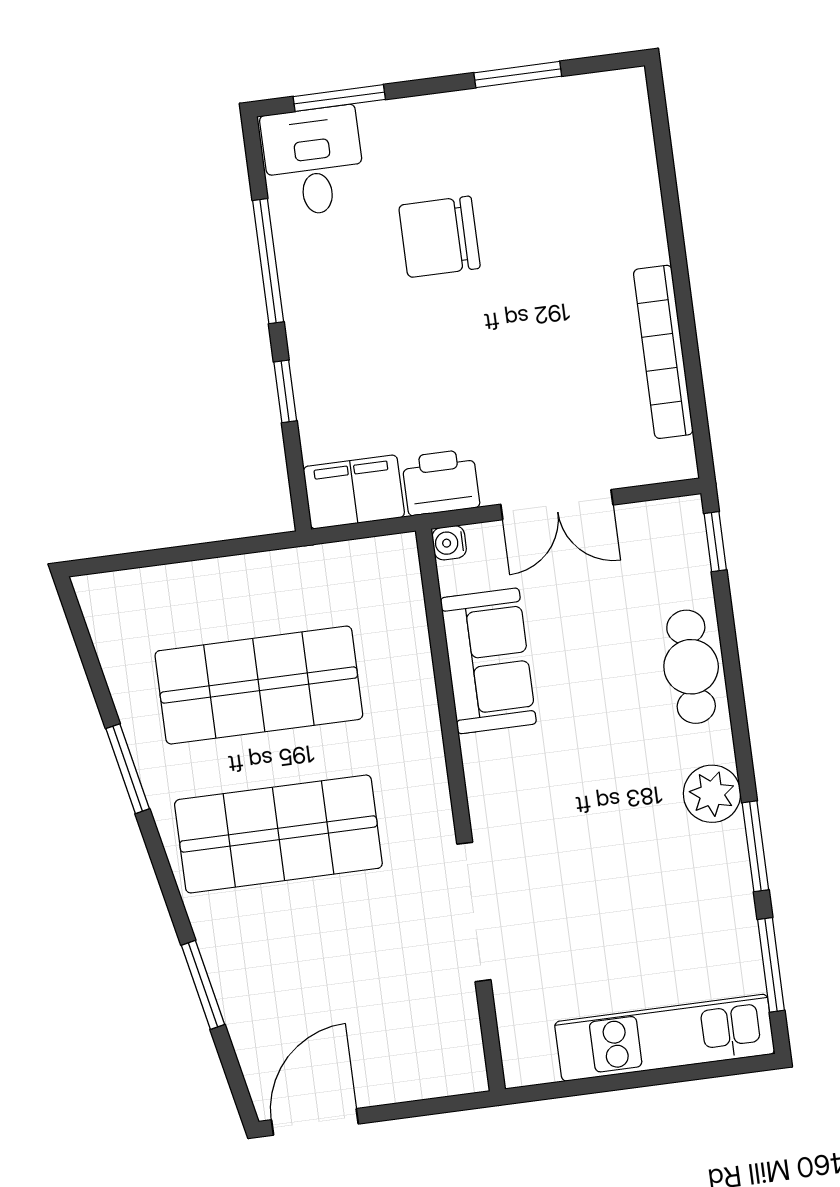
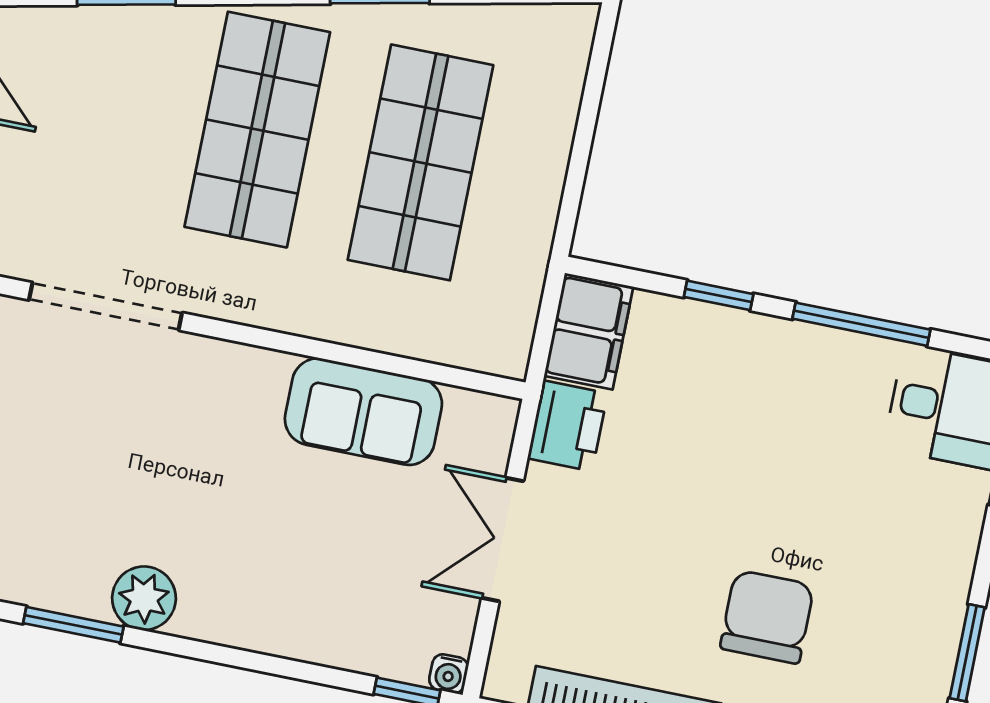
chair: (439, 237) -> (767, 617), moved
water cooler: (449, 543) -> (449, 674), moved, turned 180
cafe table: (691, 667) -> (285, 622), removed

